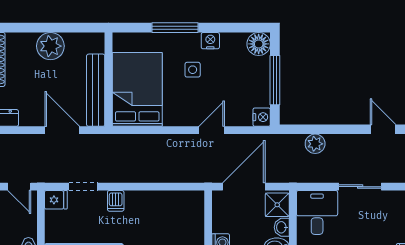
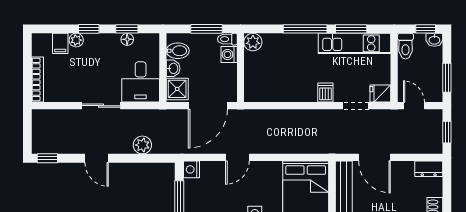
door: (383, 129) -> (97, 158), moved

